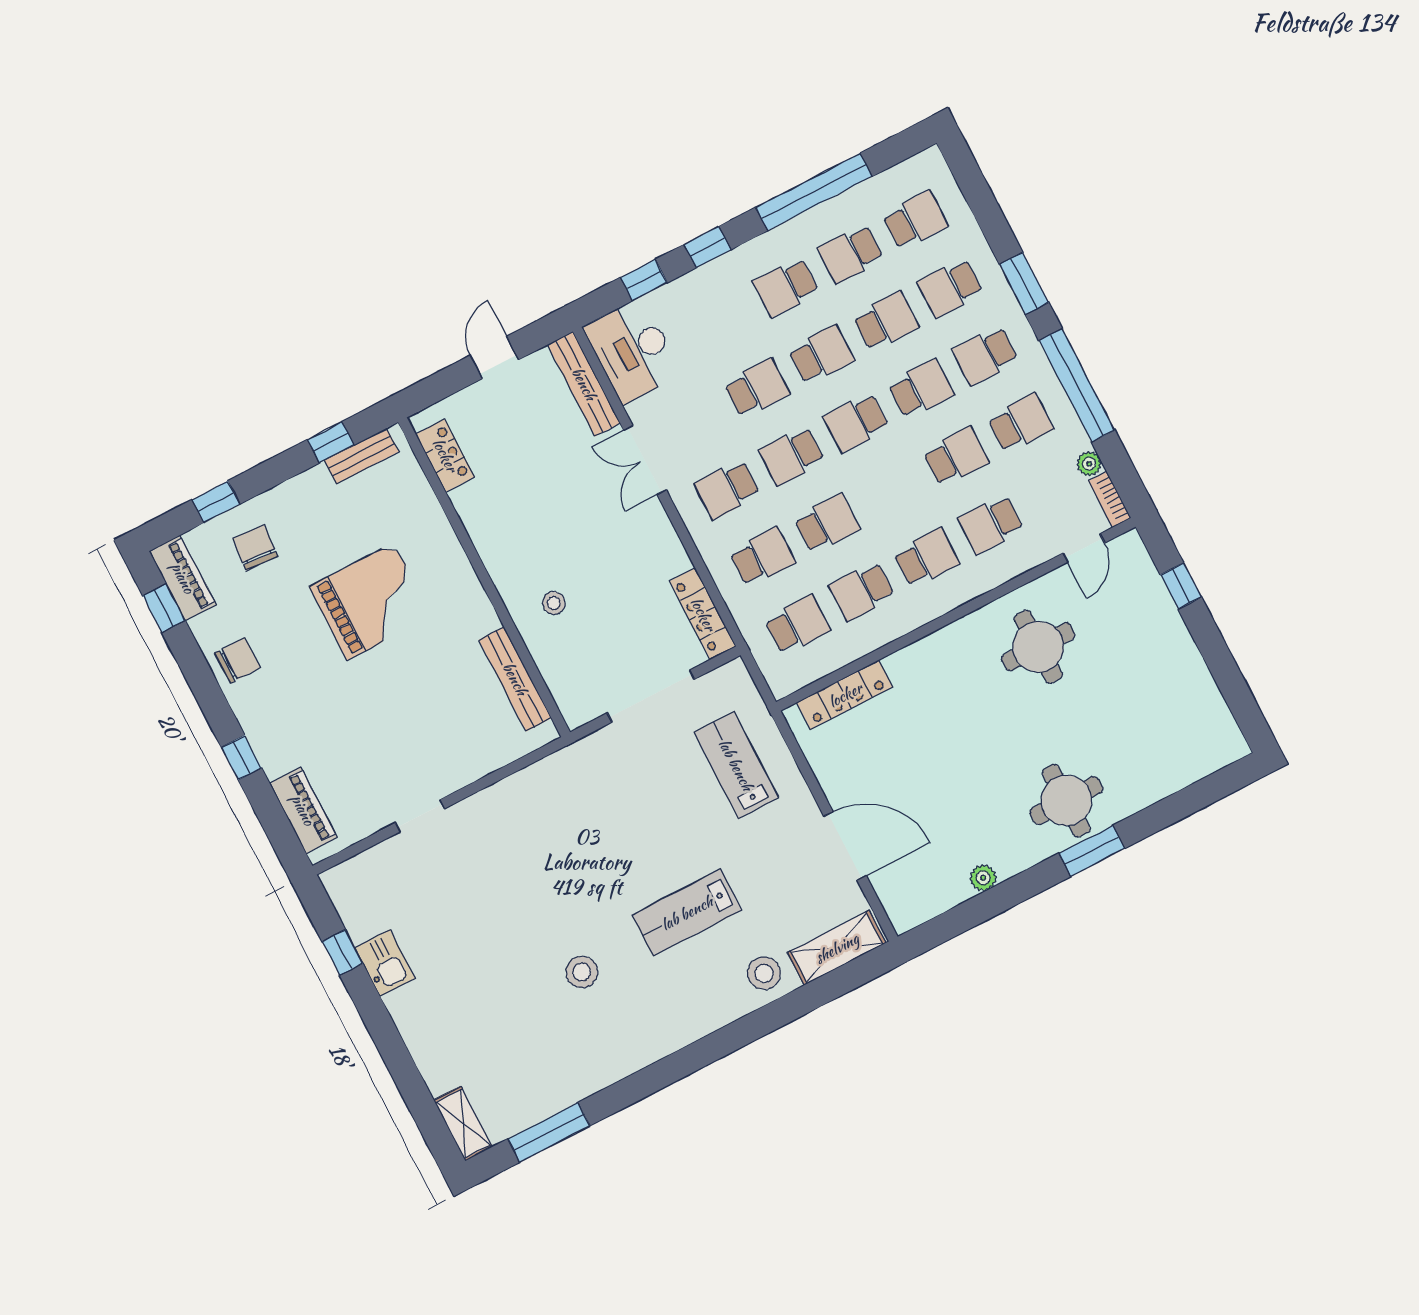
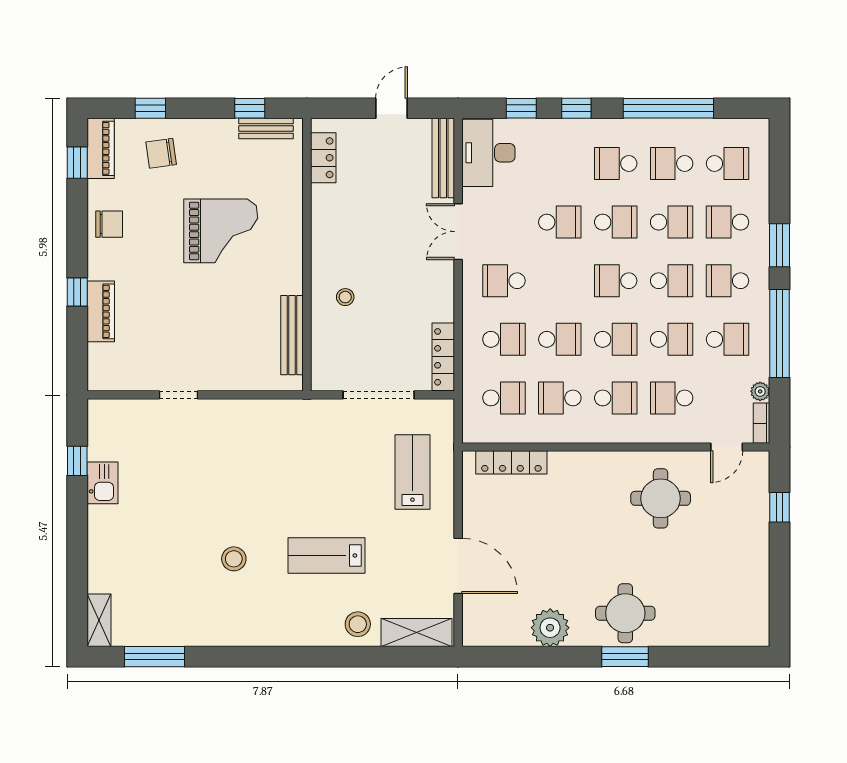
school desk: (792, 456) -> (616, 339), moved, turned 180
chair: (255, 547) -> (161, 153), turned -102
piano: (303, 810) -> (101, 311), moved
plant: (983, 878) -> (550, 628), width x1.88, depth x1.88

